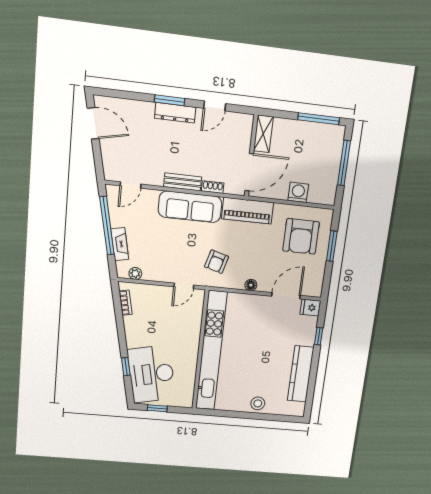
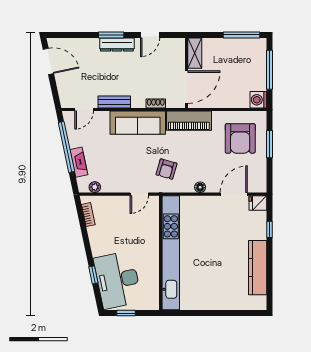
bench: (183, 182) -> (114, 102), moved
washing machine: (298, 192) -> (258, 100), moved, turned -90
stool: (258, 403) -> (221, 300), removed

